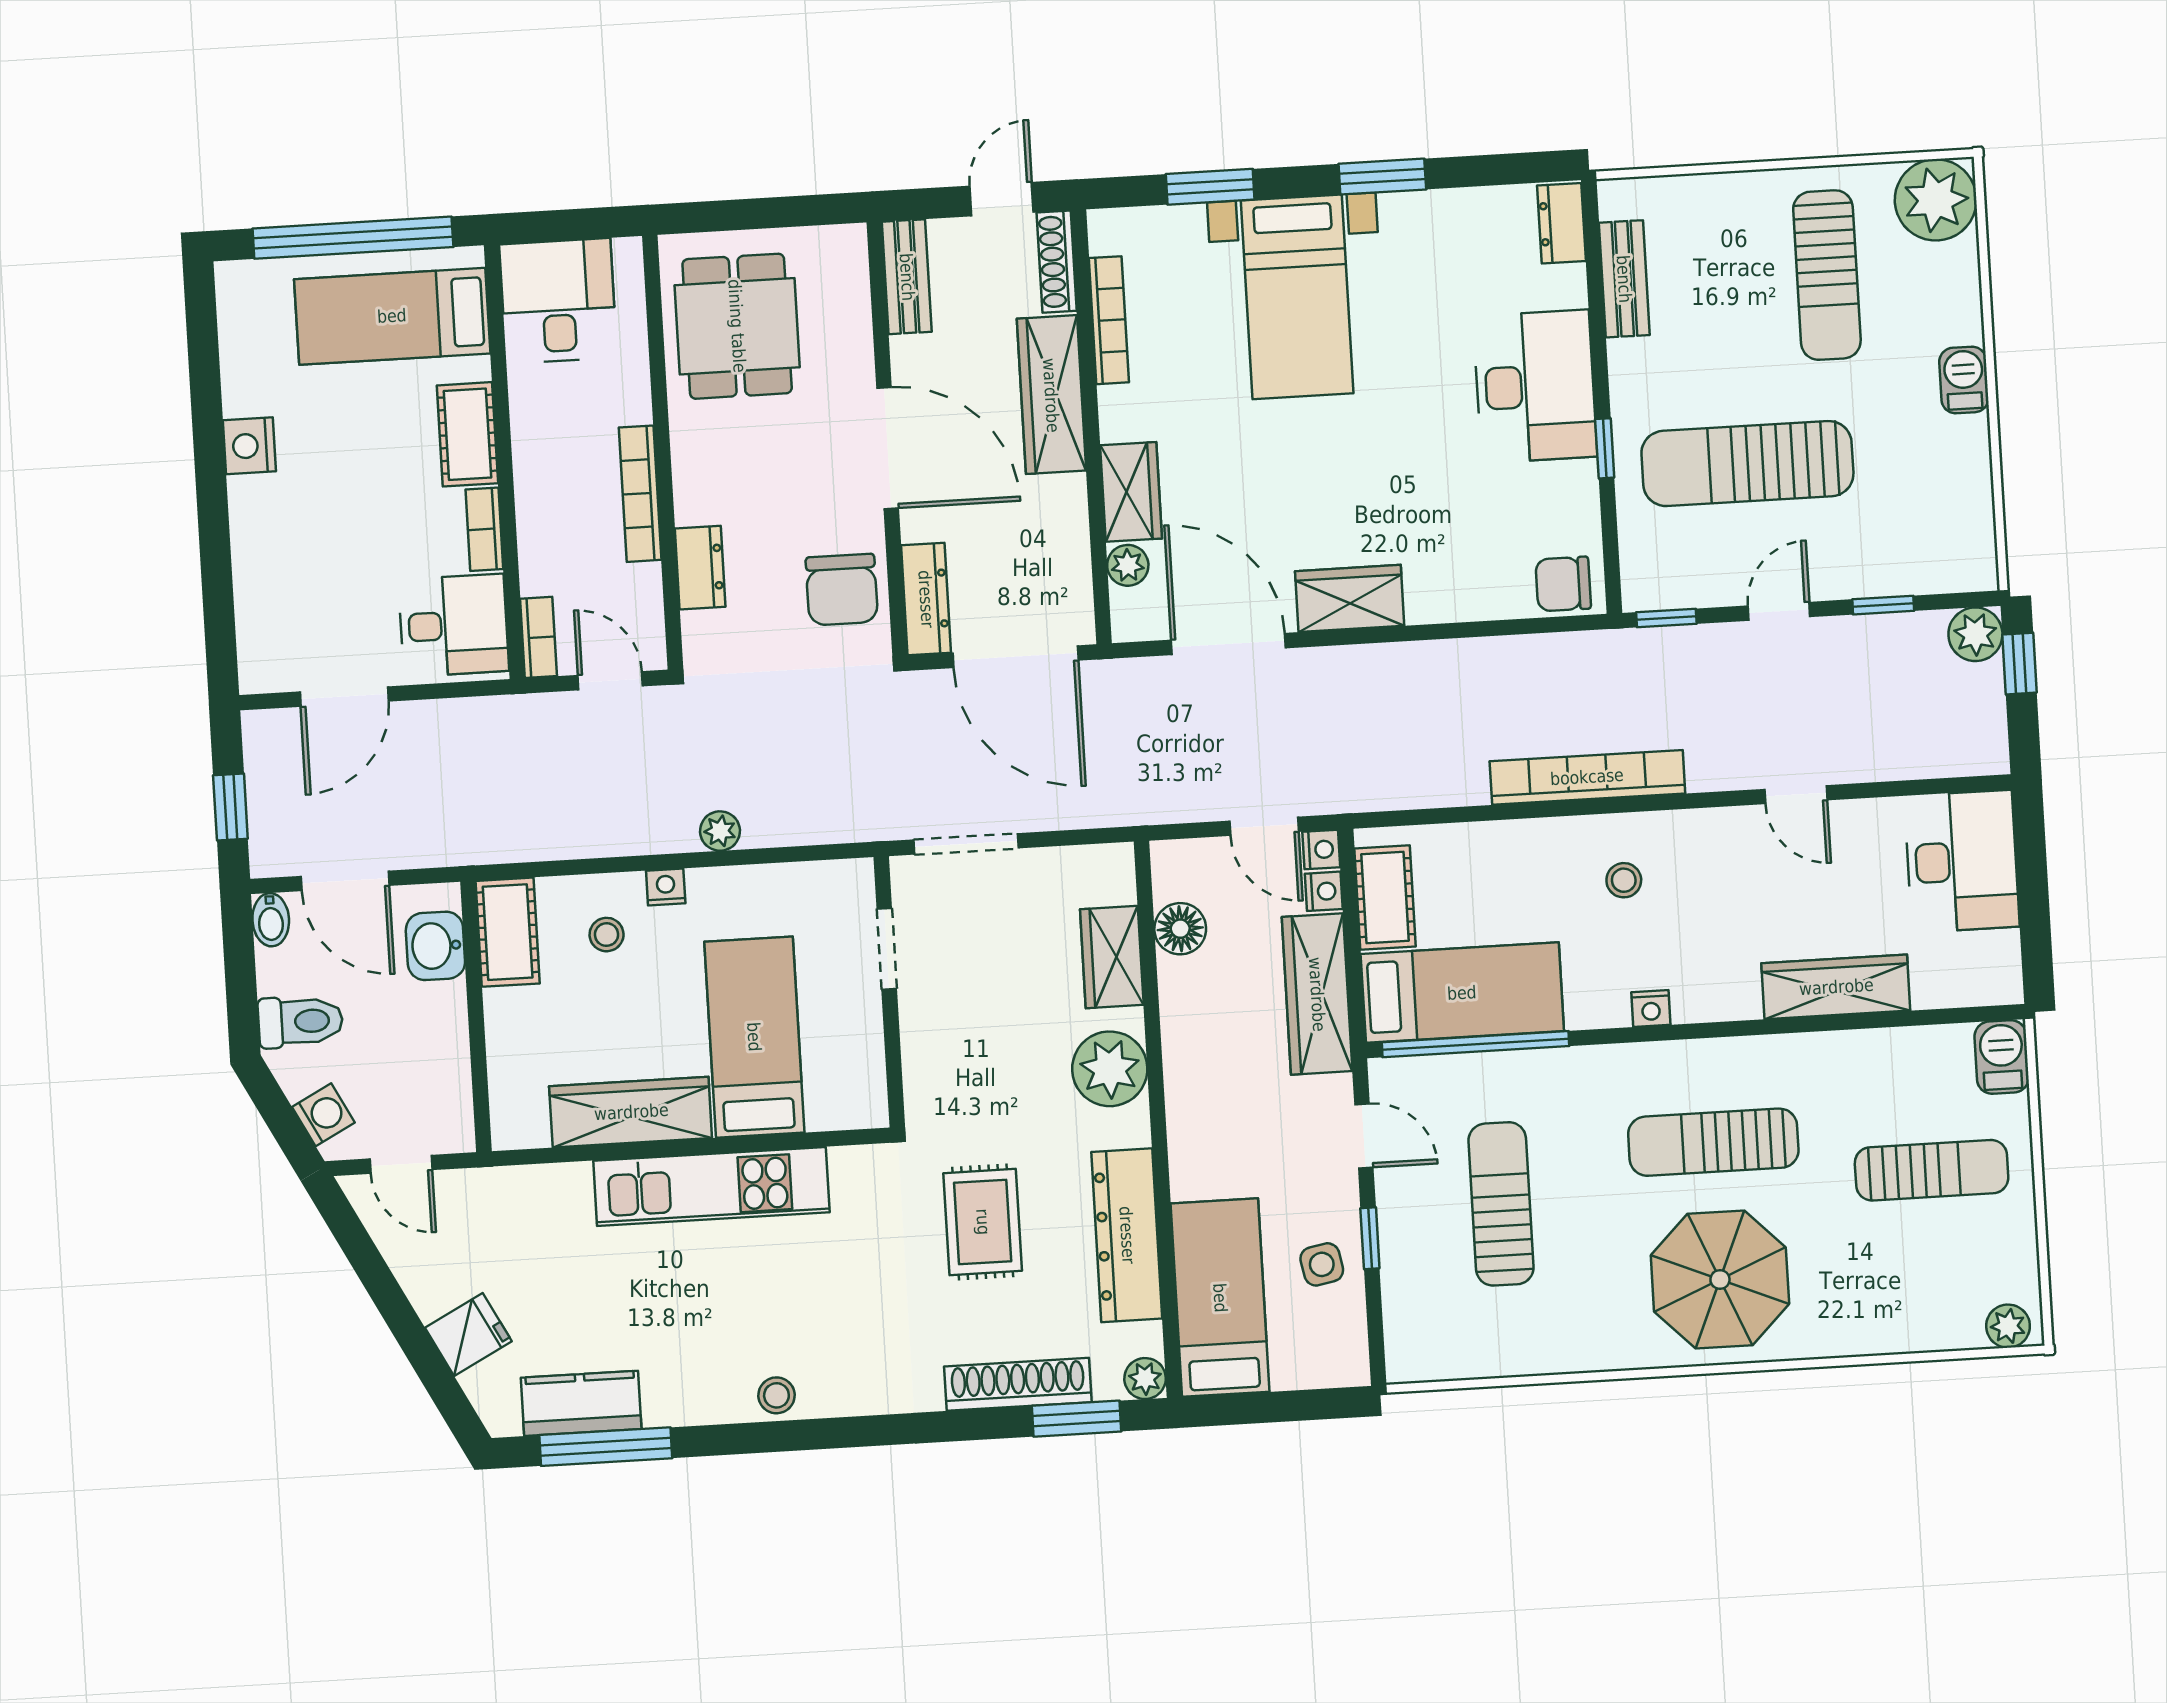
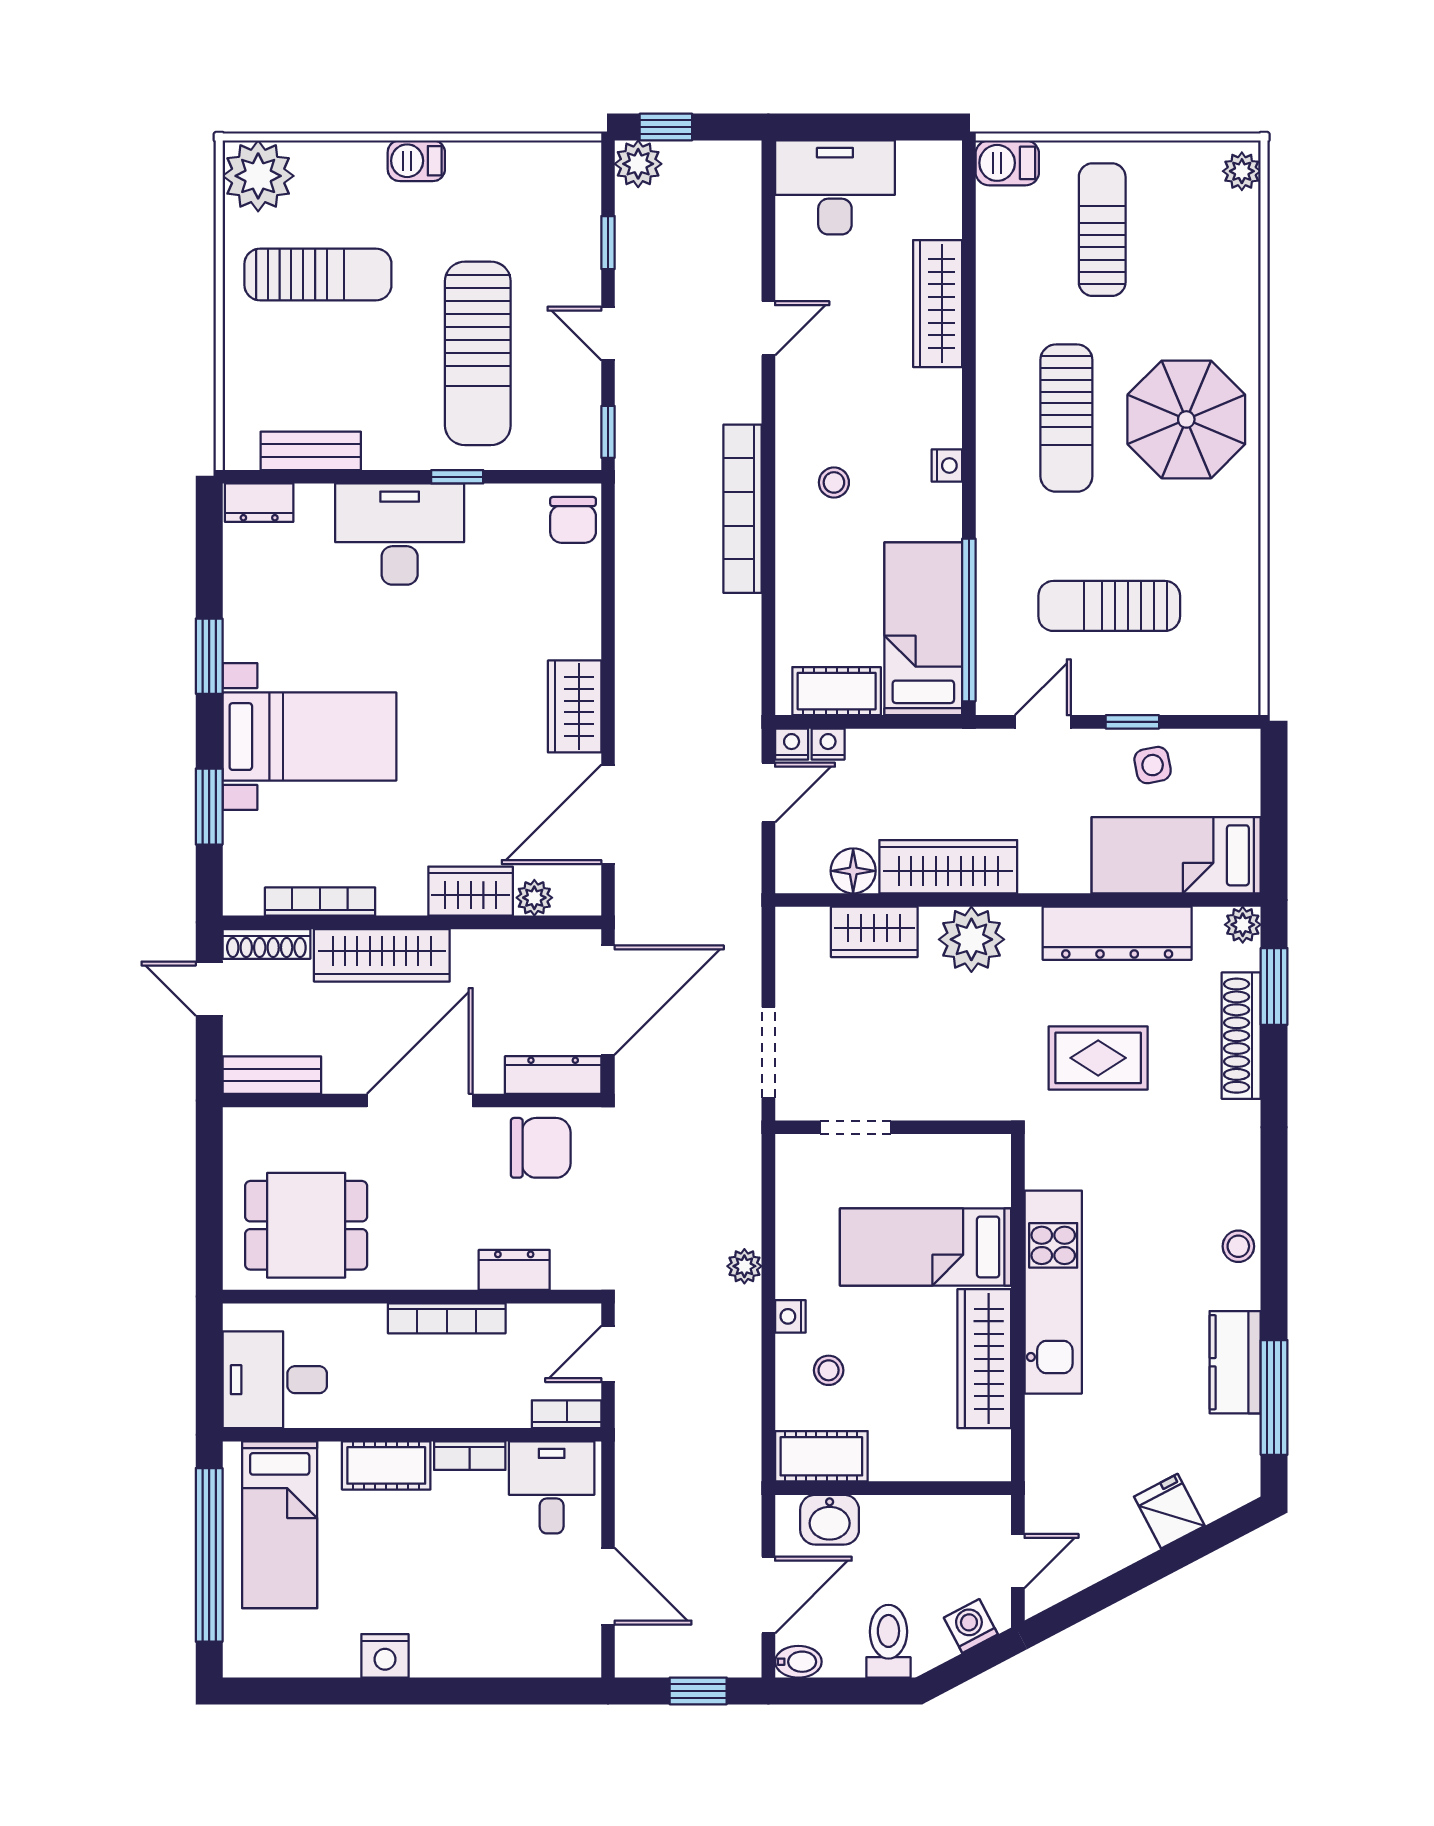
wardrobe: (1317, 994) -> (948, 867), moved, turned 180
kitchen counter: (581, 1403) -> (1235, 1362), moved

